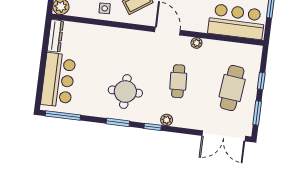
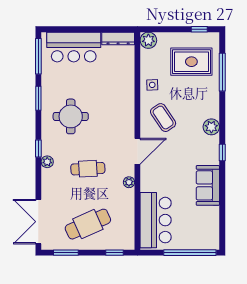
window: (261, 81) -> (115, 253), moved
cafe table: (232, 88) -> (88, 224), turned -30
window: (118, 122) -> (38, 98), moved

